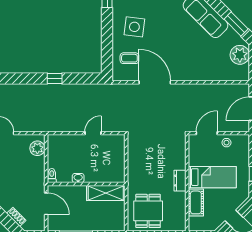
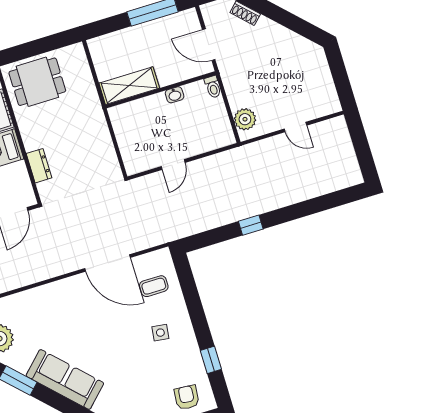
side table: (134, 27) -> (160, 333), width x0.54, depth x0.54
dresser: (180, 181) -> (39, 166), moved
dining table: (148, 211) -> (37, 82), moved, turned 90

